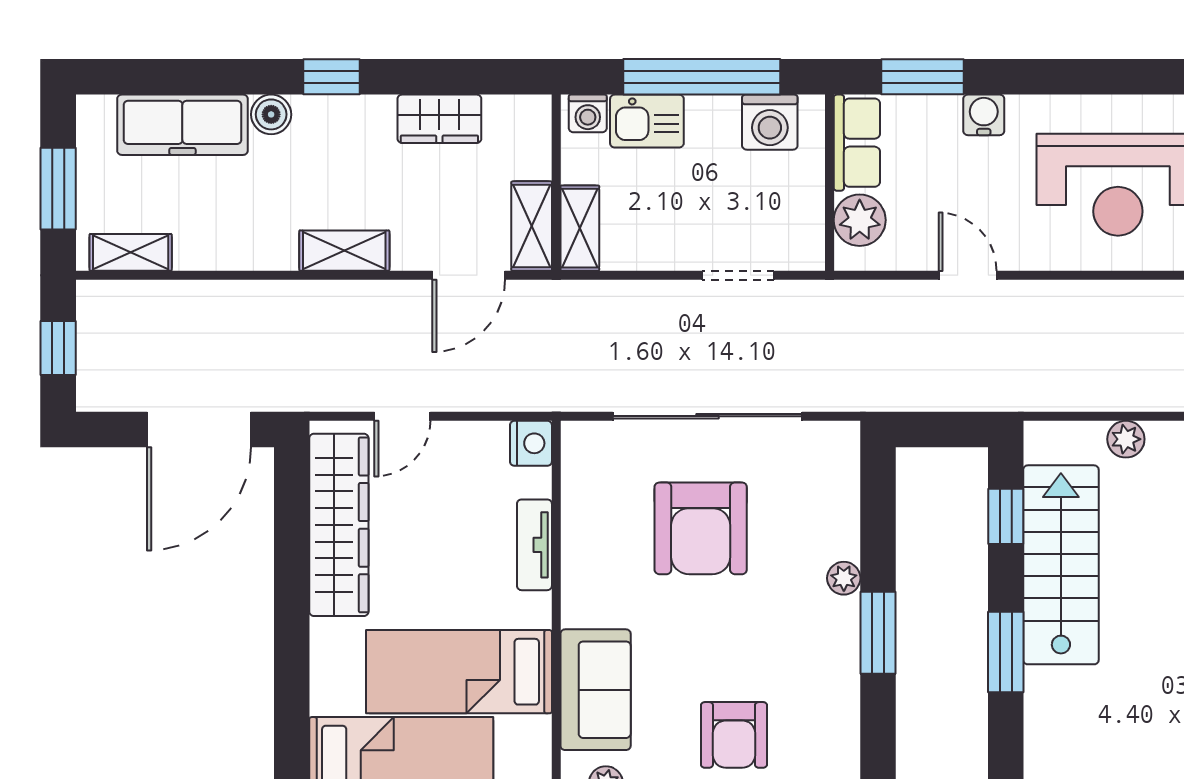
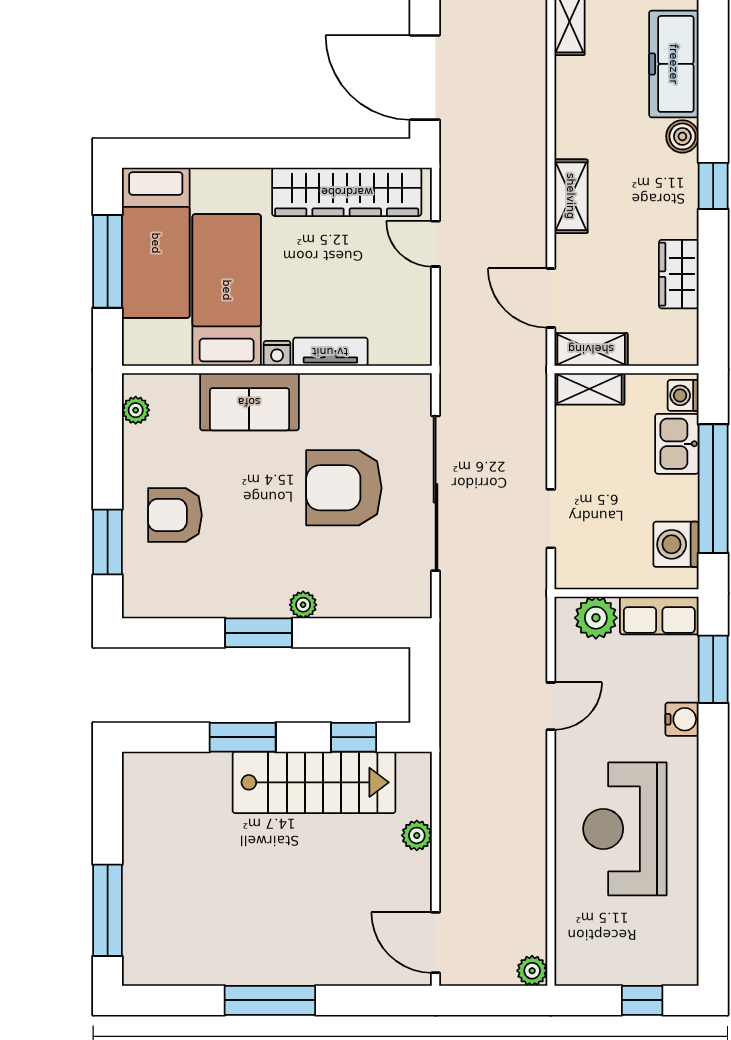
nightstand: (531, 443) -> (277, 353), moved, width x0.72, depth x0.74
sofa: (596, 690) -> (249, 402), moved

